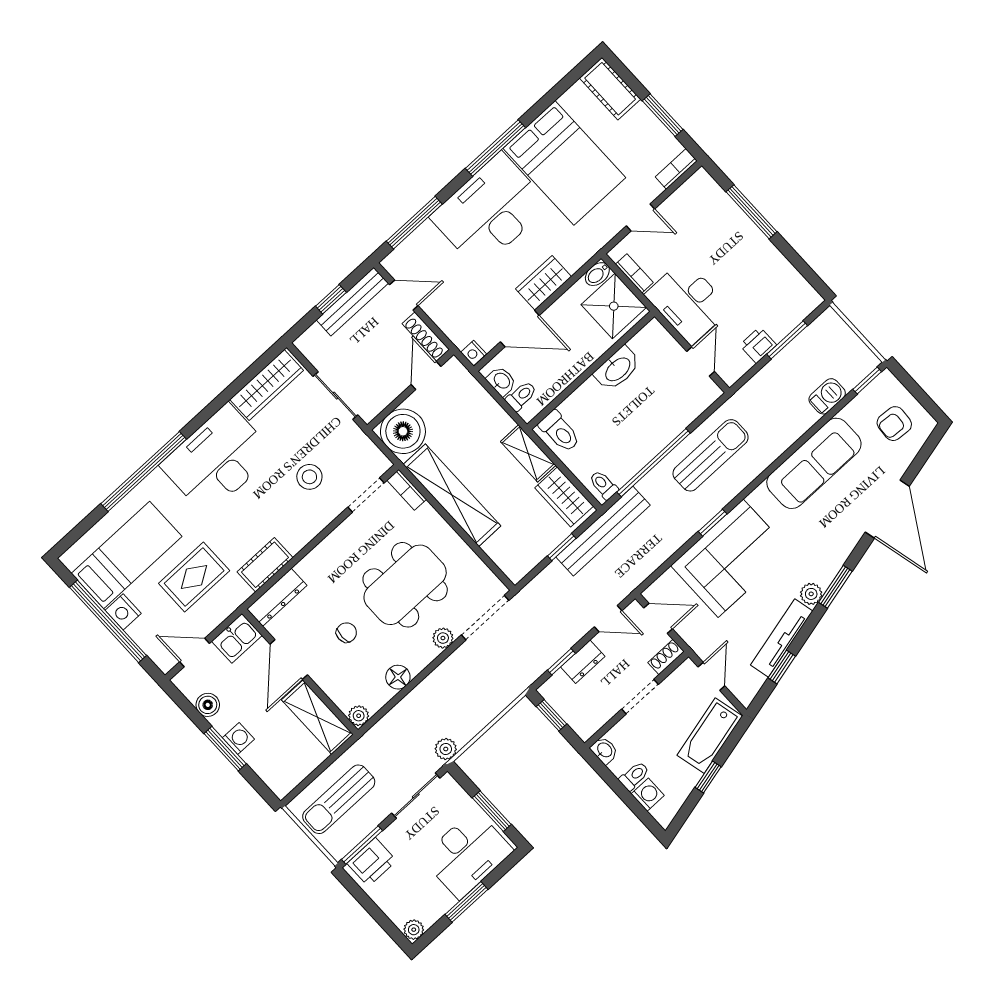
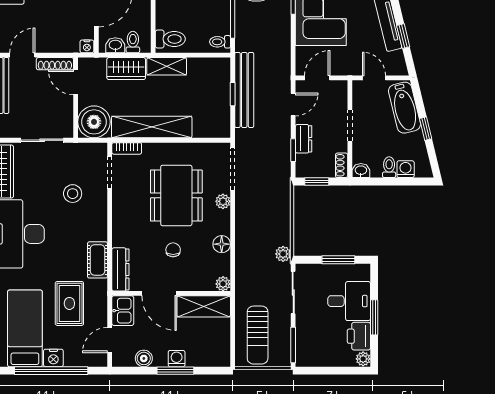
wardrobe: (564, 497) -> (126, 69), moved
bench: (603, 531) -> (244, 90), moved
shoe rack: (666, 657) -> (342, 165), moved
desk: (467, 854) -> (349, 301), width x0.73
printer: (372, 862) -> (359, 336), moved, turned 180

